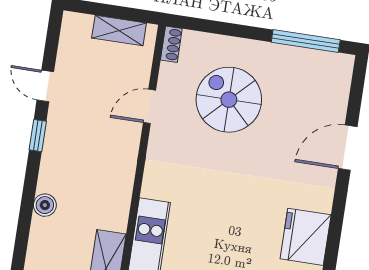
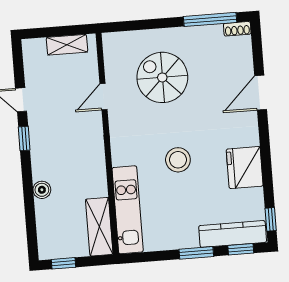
shoe rack: (171, 44) -> (237, 29), moved, turned 90
stool: (224, 207) -> (178, 160), added

